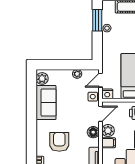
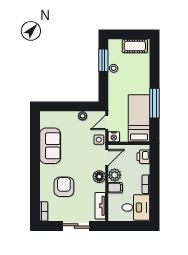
plant: (42, 78) -> (46, 121), removed

